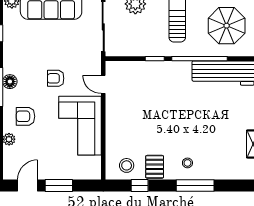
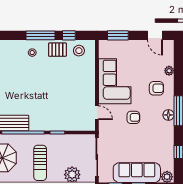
pallet: (155, 167) -> (57, 50), turned 90
door: (27, 185) -> (155, 35), hinge flipped
window: (59, 185) -> (118, 35), moved
window: (195, 185) -> (41, 35), moved

